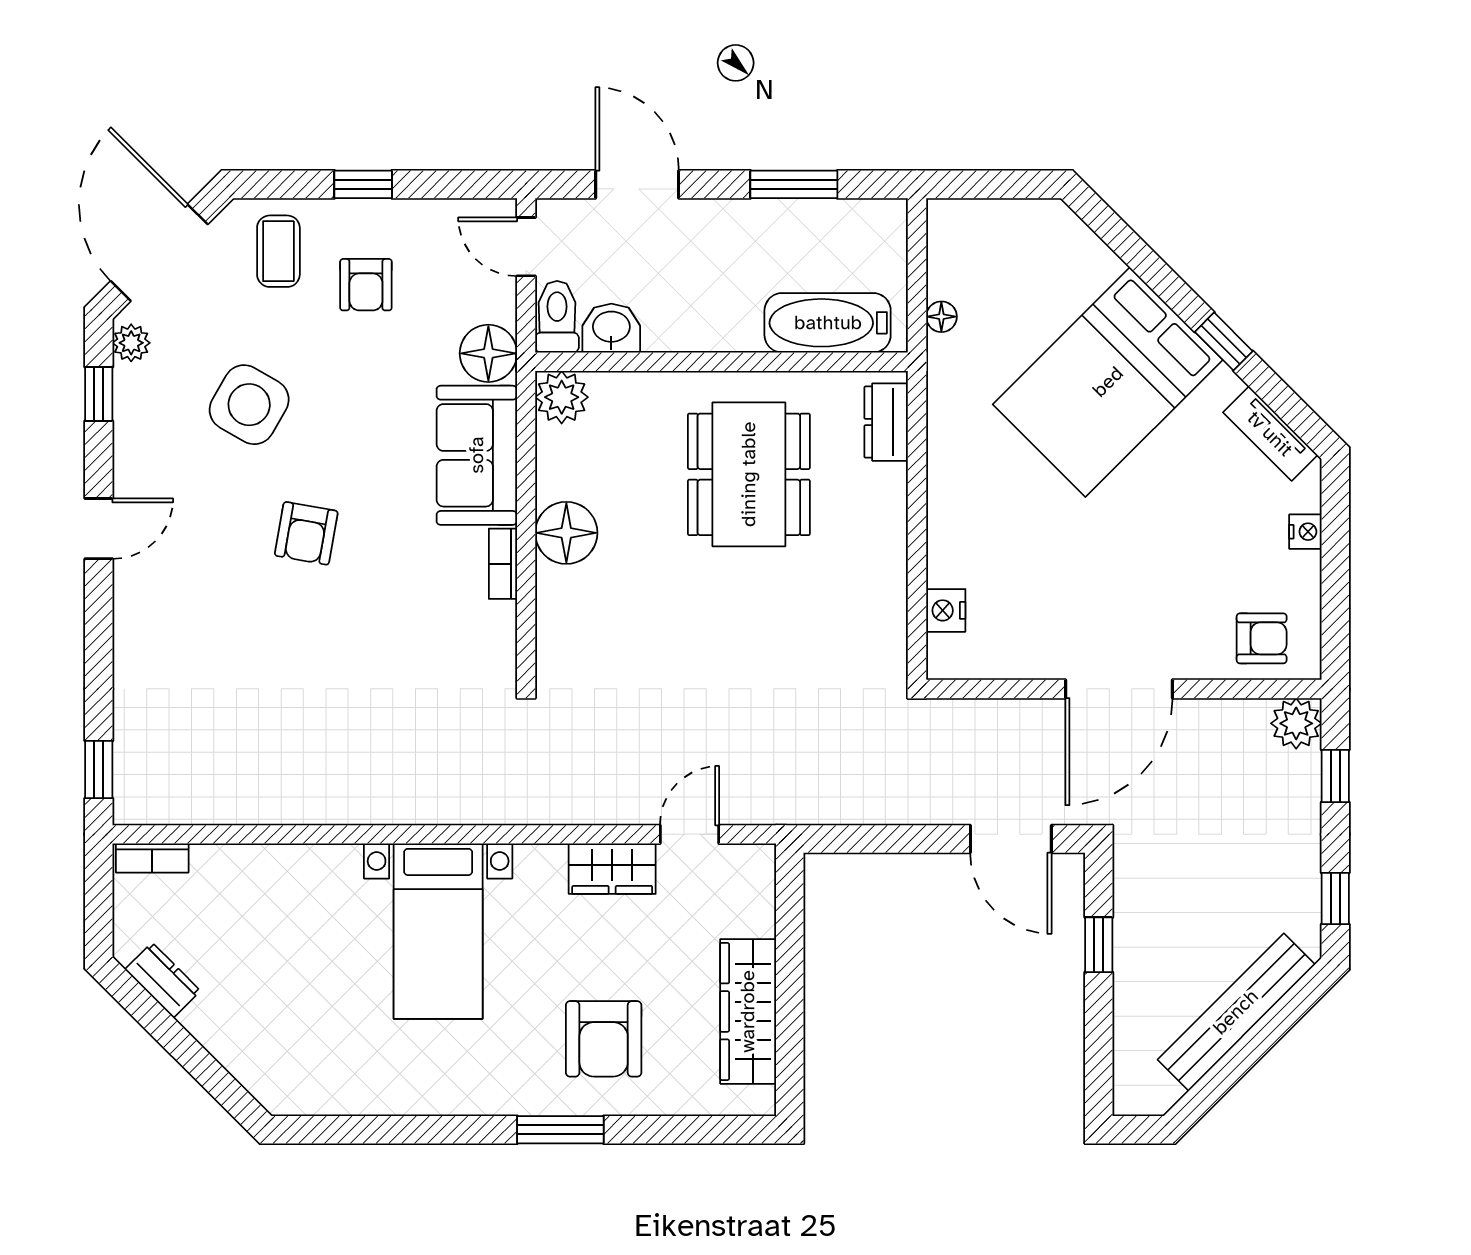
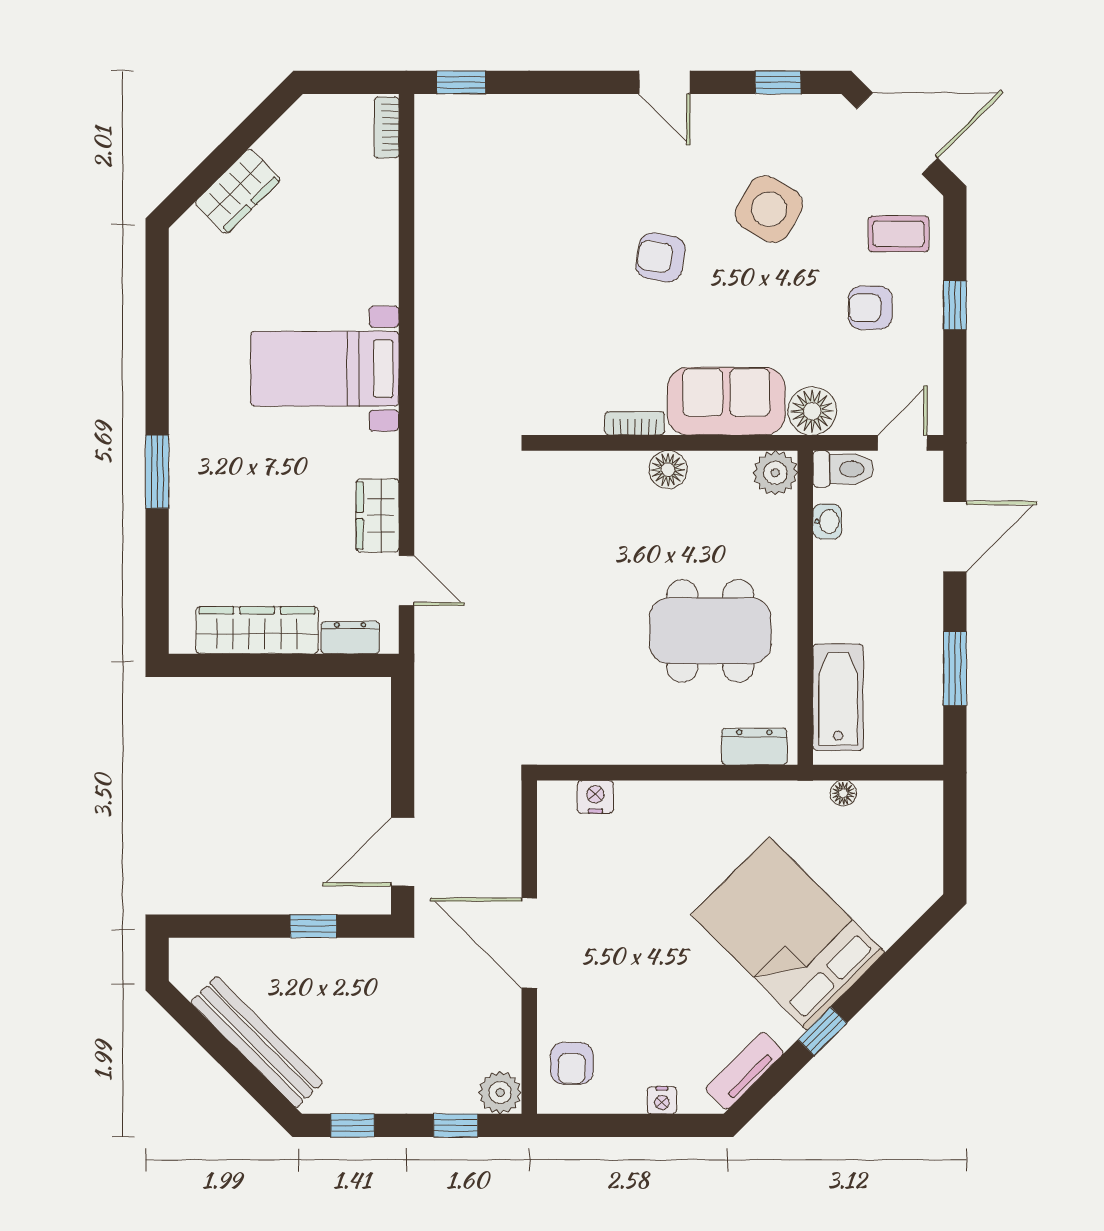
washbasin: (611, 328) -> (827, 522), width x0.72, depth x0.69
plant: (131, 343) -> (821, 110), removed
floor lamp: (566, 533) -> (668, 470), width x0.73, depth x0.73
dresser: (163, 980) -> (350, 637), moved, turned -135
wardrobe: (228, 1034) -> (238, 191), added
armchair: (604, 1039) -> (234, 508), removed

